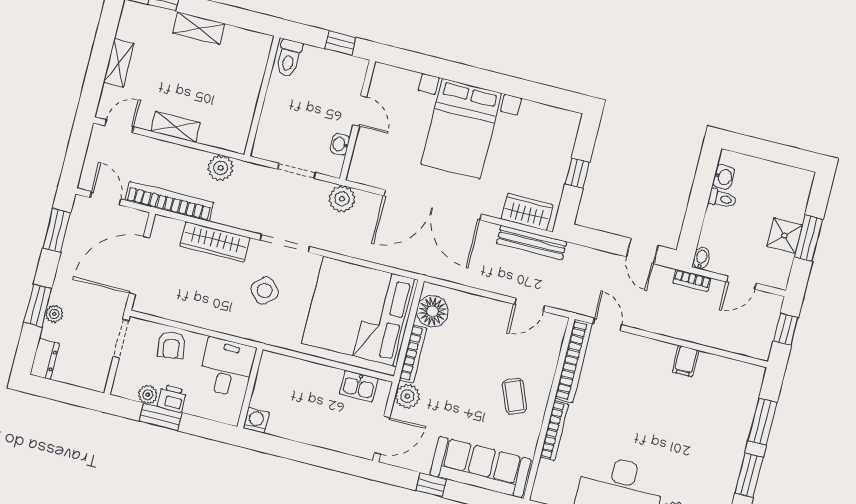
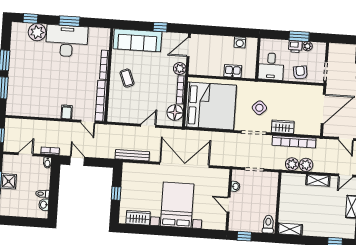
shelving: (199, 28) -> (290, 229), moved
plant: (342, 199) -> (306, 165), moved
bookcase: (169, 201) -> (294, 142), moved
wardrobe: (527, 212) -> (138, 218), moved, turned 180
wardrobe: (215, 242) -> (283, 127), width x0.67
door: (529, 305) -> (148, 126), moved
filing cabinet: (685, 361) -> (67, 112), moved
kitchen sink: (359, 386) -> (233, 71), moved
washing machine: (256, 420) -> (240, 42), moved

